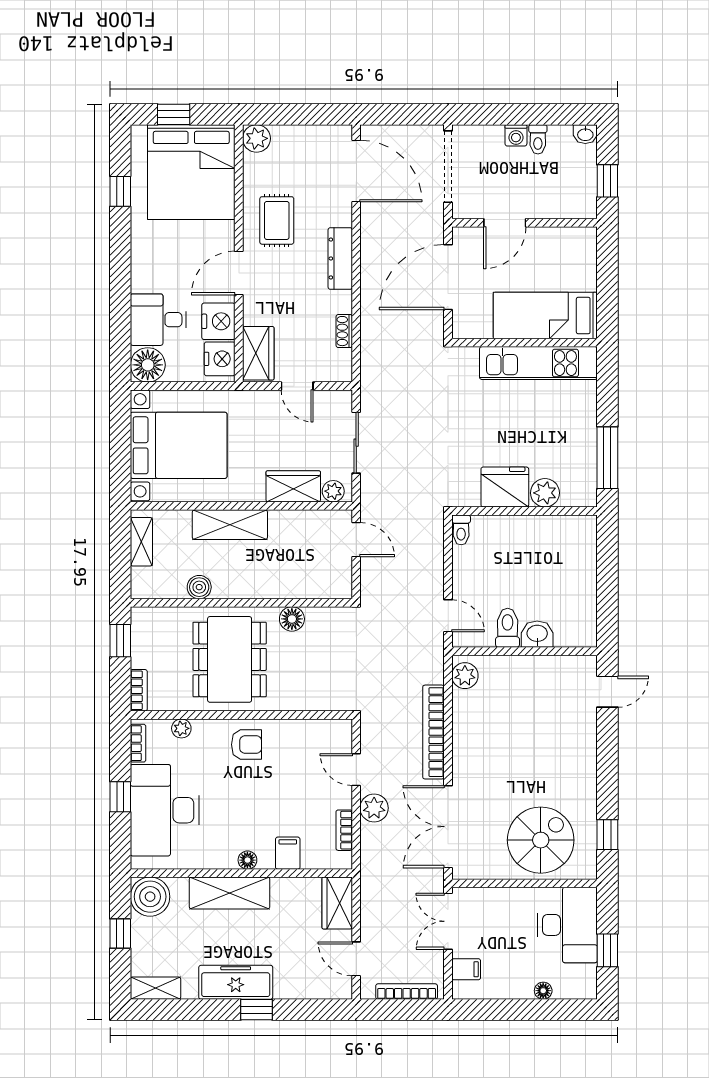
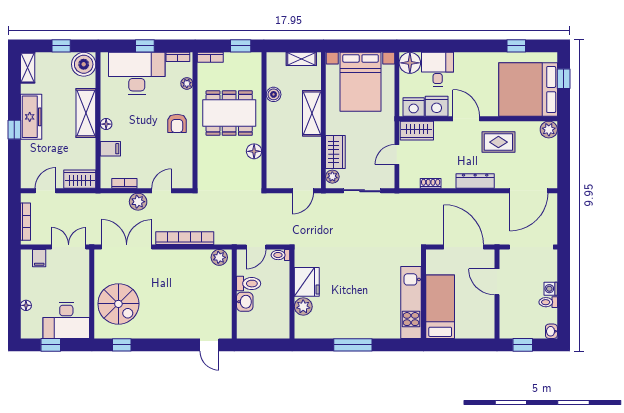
fridge: (505, 487) -> (307, 282), moved
plant: (545, 493) -> (303, 307), moved
wall: (524, 511) -> (292, 294), moved
toilet: (461, 530) -> (280, 255), moved

